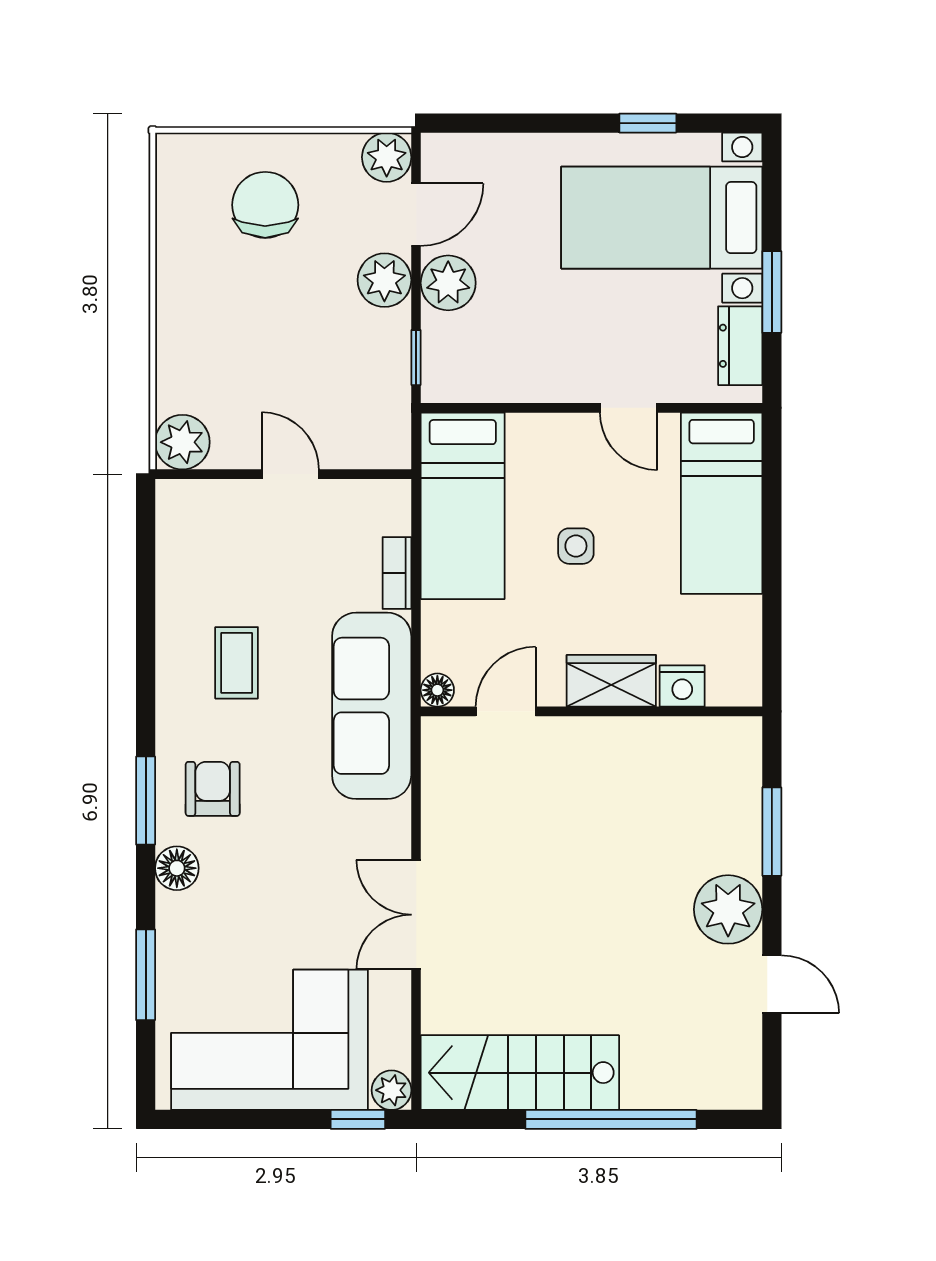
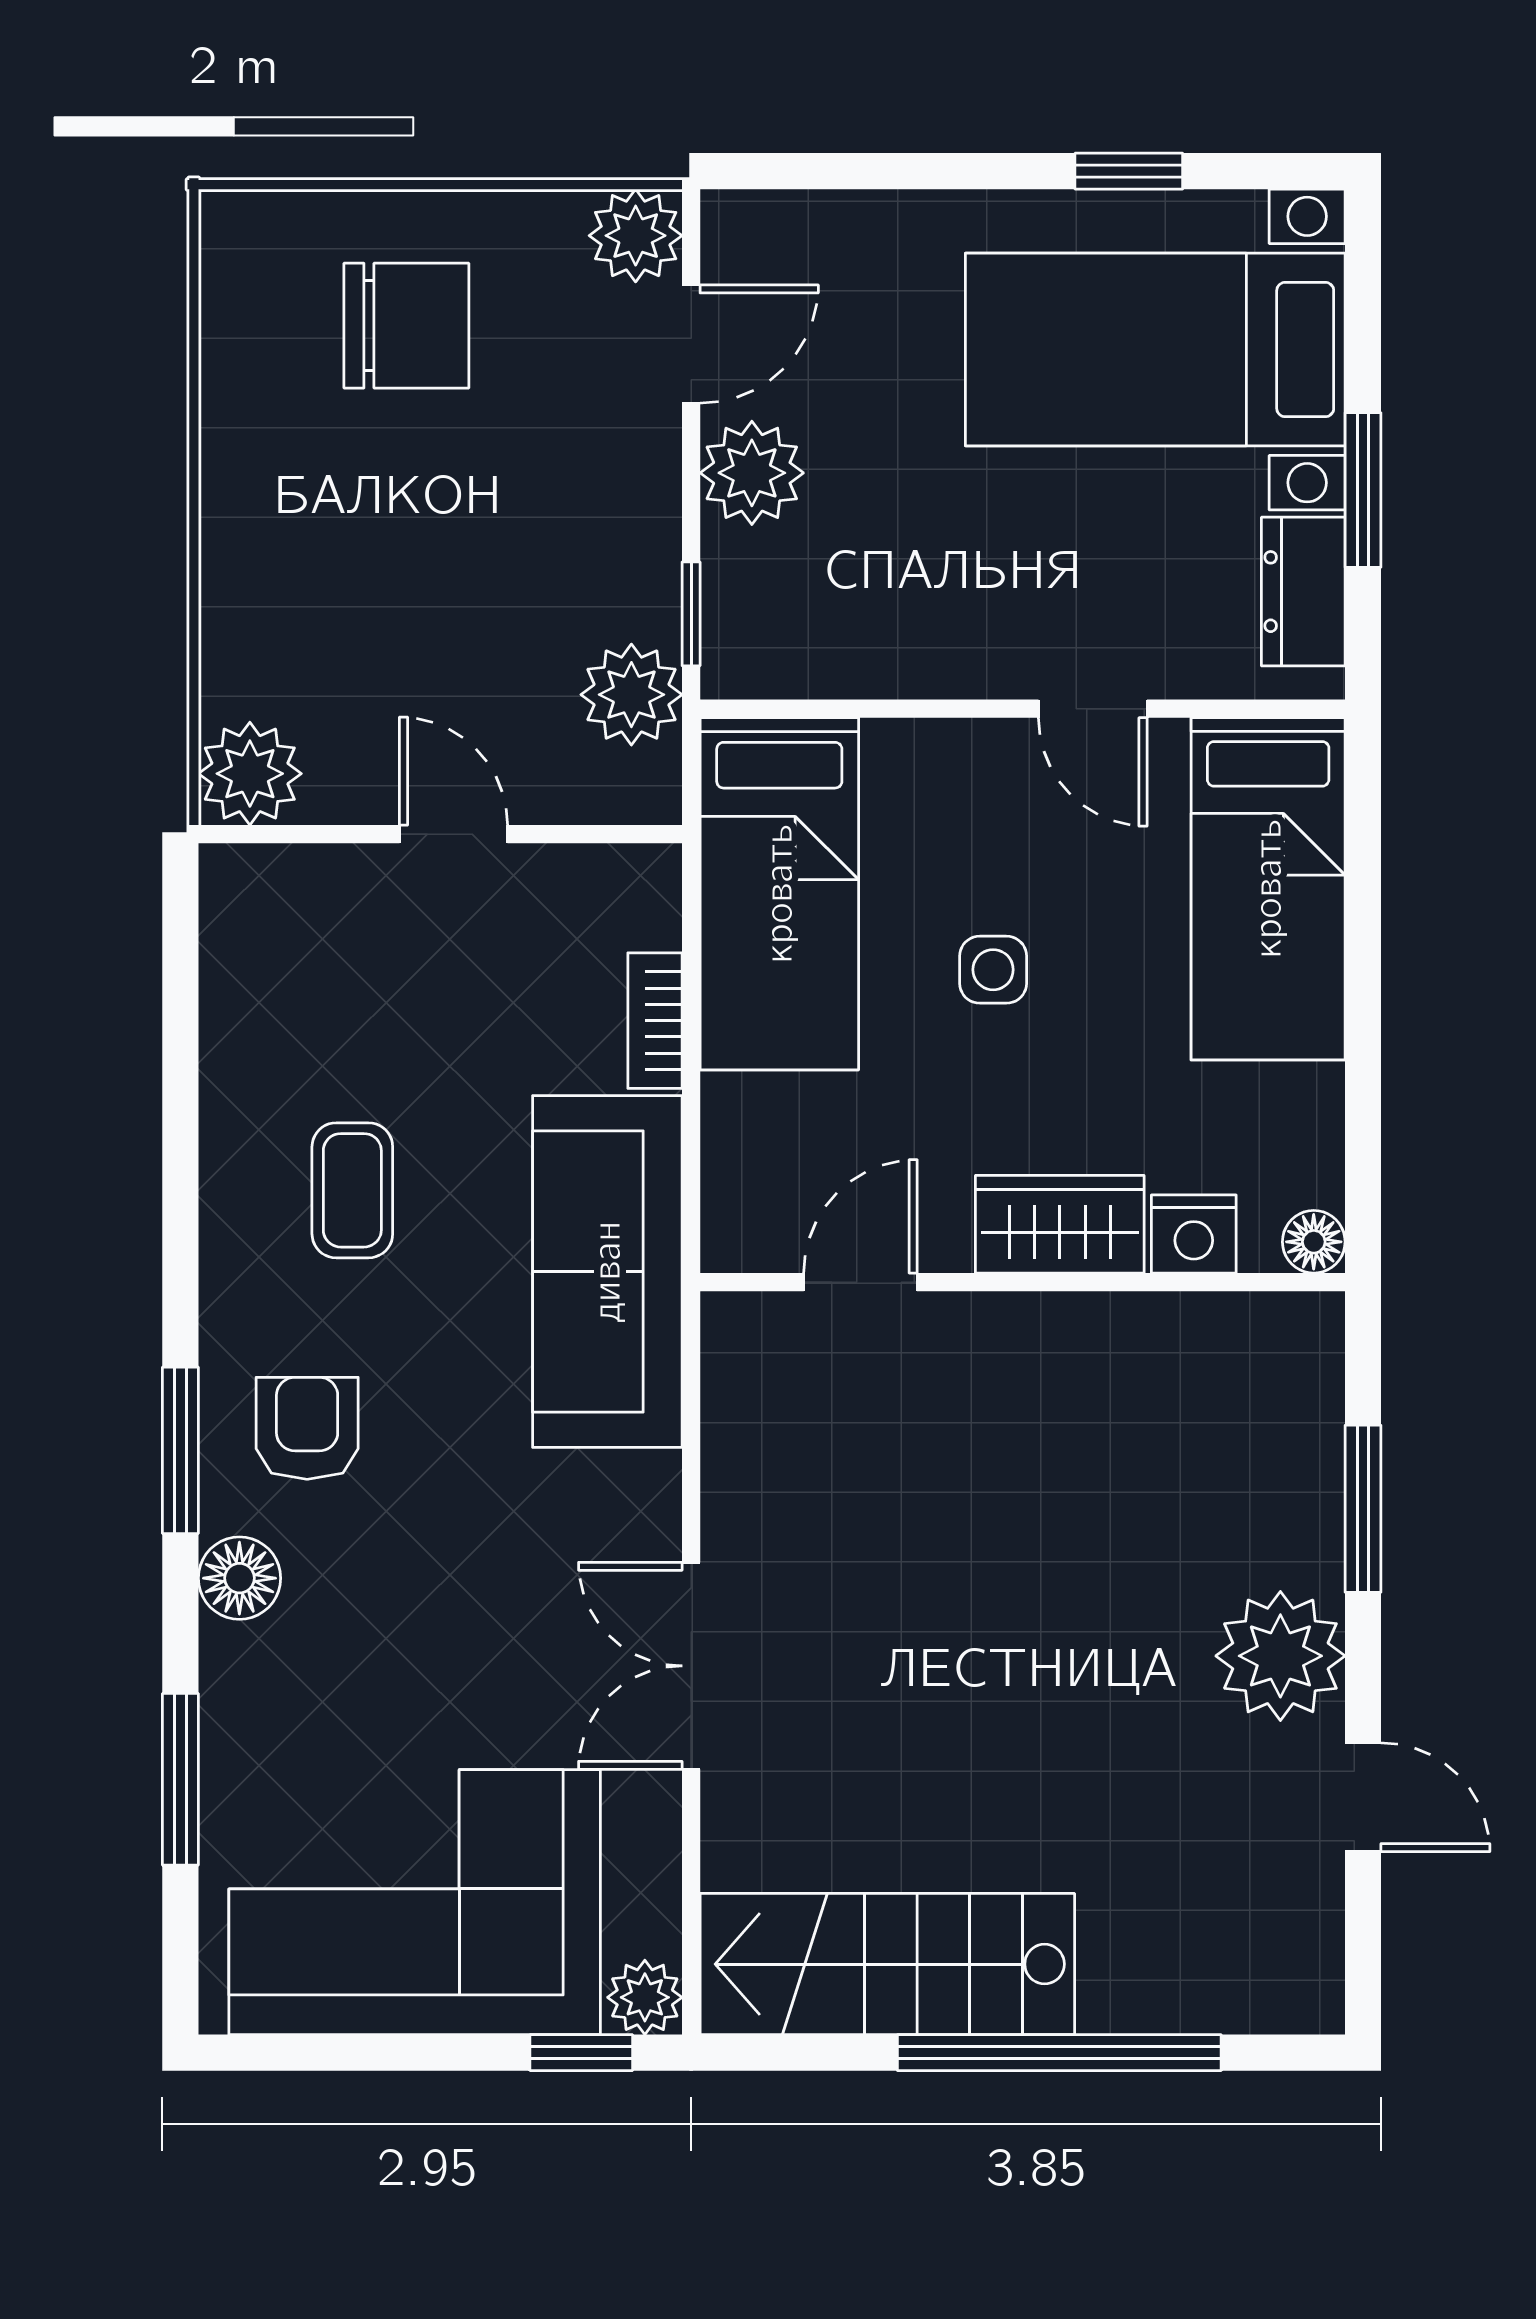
chair: (265, 205) -> (406, 326), turned 90
plant: (384, 280) -> (631, 695), moved
floor lamp: (437, 690) -> (1314, 1242), moved

